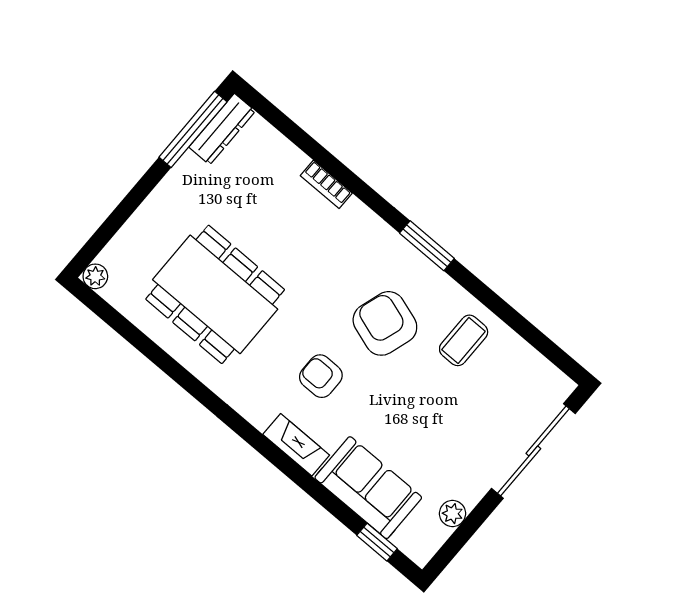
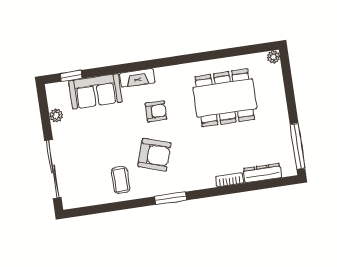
dresser: (222, 129) -> (262, 173), moved, turned 90

